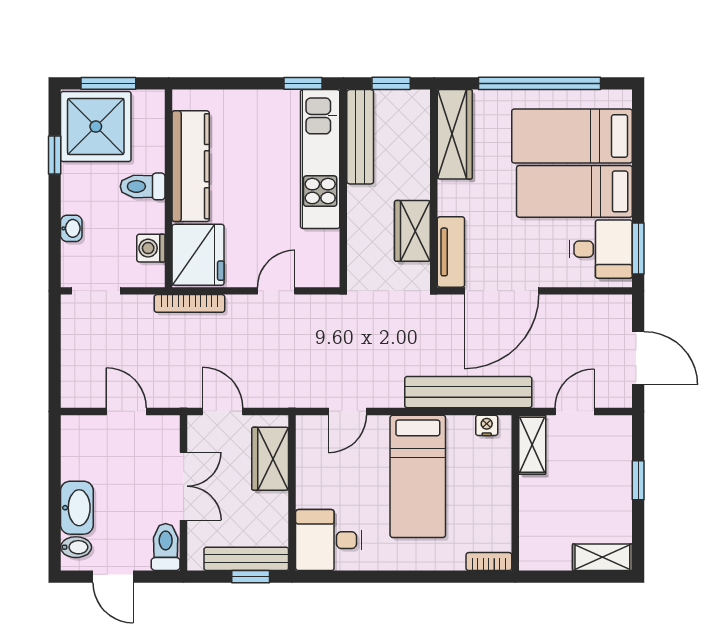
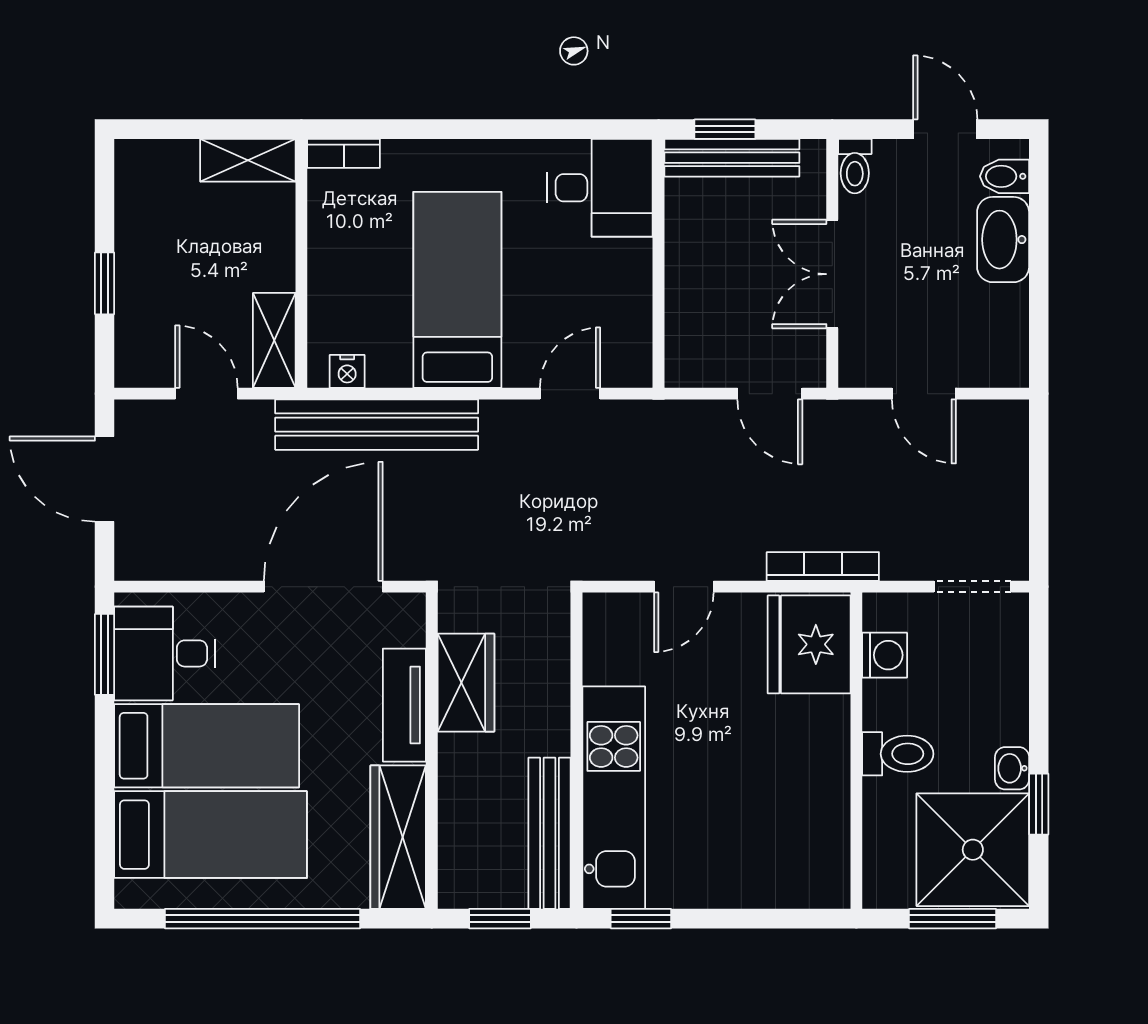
kitchen counter: (191, 166) -> (821, 786), removed
washbasin: (71, 228) -> (1012, 768), moved
tv unit: (451, 252) -> (404, 705), moved
door: (575, 411) -> (206, 394), swing flipped
wardrobe: (270, 459) -> (694, 318), removed
toilet: (166, 547) -> (855, 166), width x0.73, depth x0.72
shelving: (602, 557) -> (248, 160), moved

